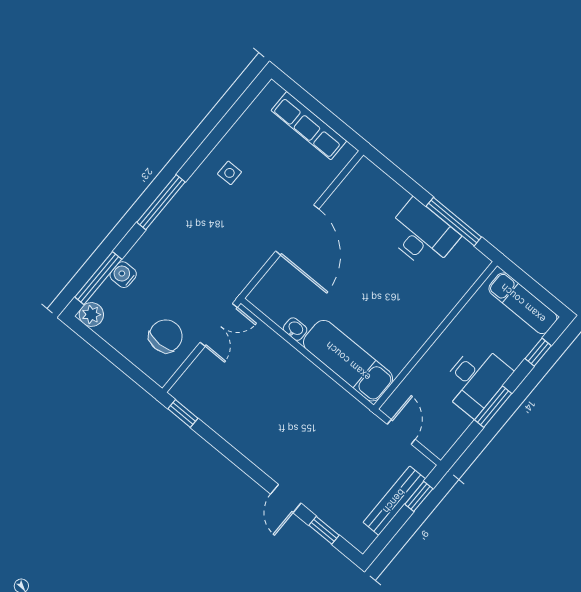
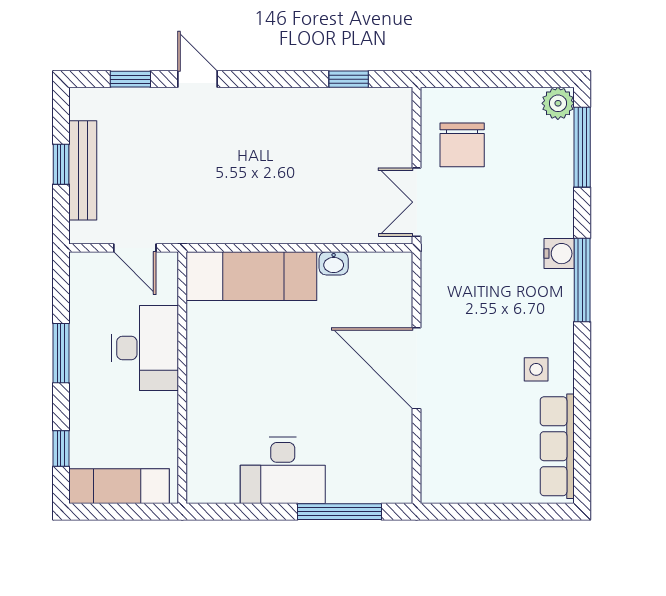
row of seats: (309, 126) -> (557, 446), moved, turned -90
window: (454, 222) -> (340, 512), moved
water cooler: (123, 275) -> (559, 254), moved
desk: (476, 380) -> (145, 348), moved, turned 180
window: (183, 414) -> (349, 79), moved
window: (419, 496) -> (61, 164), moved

